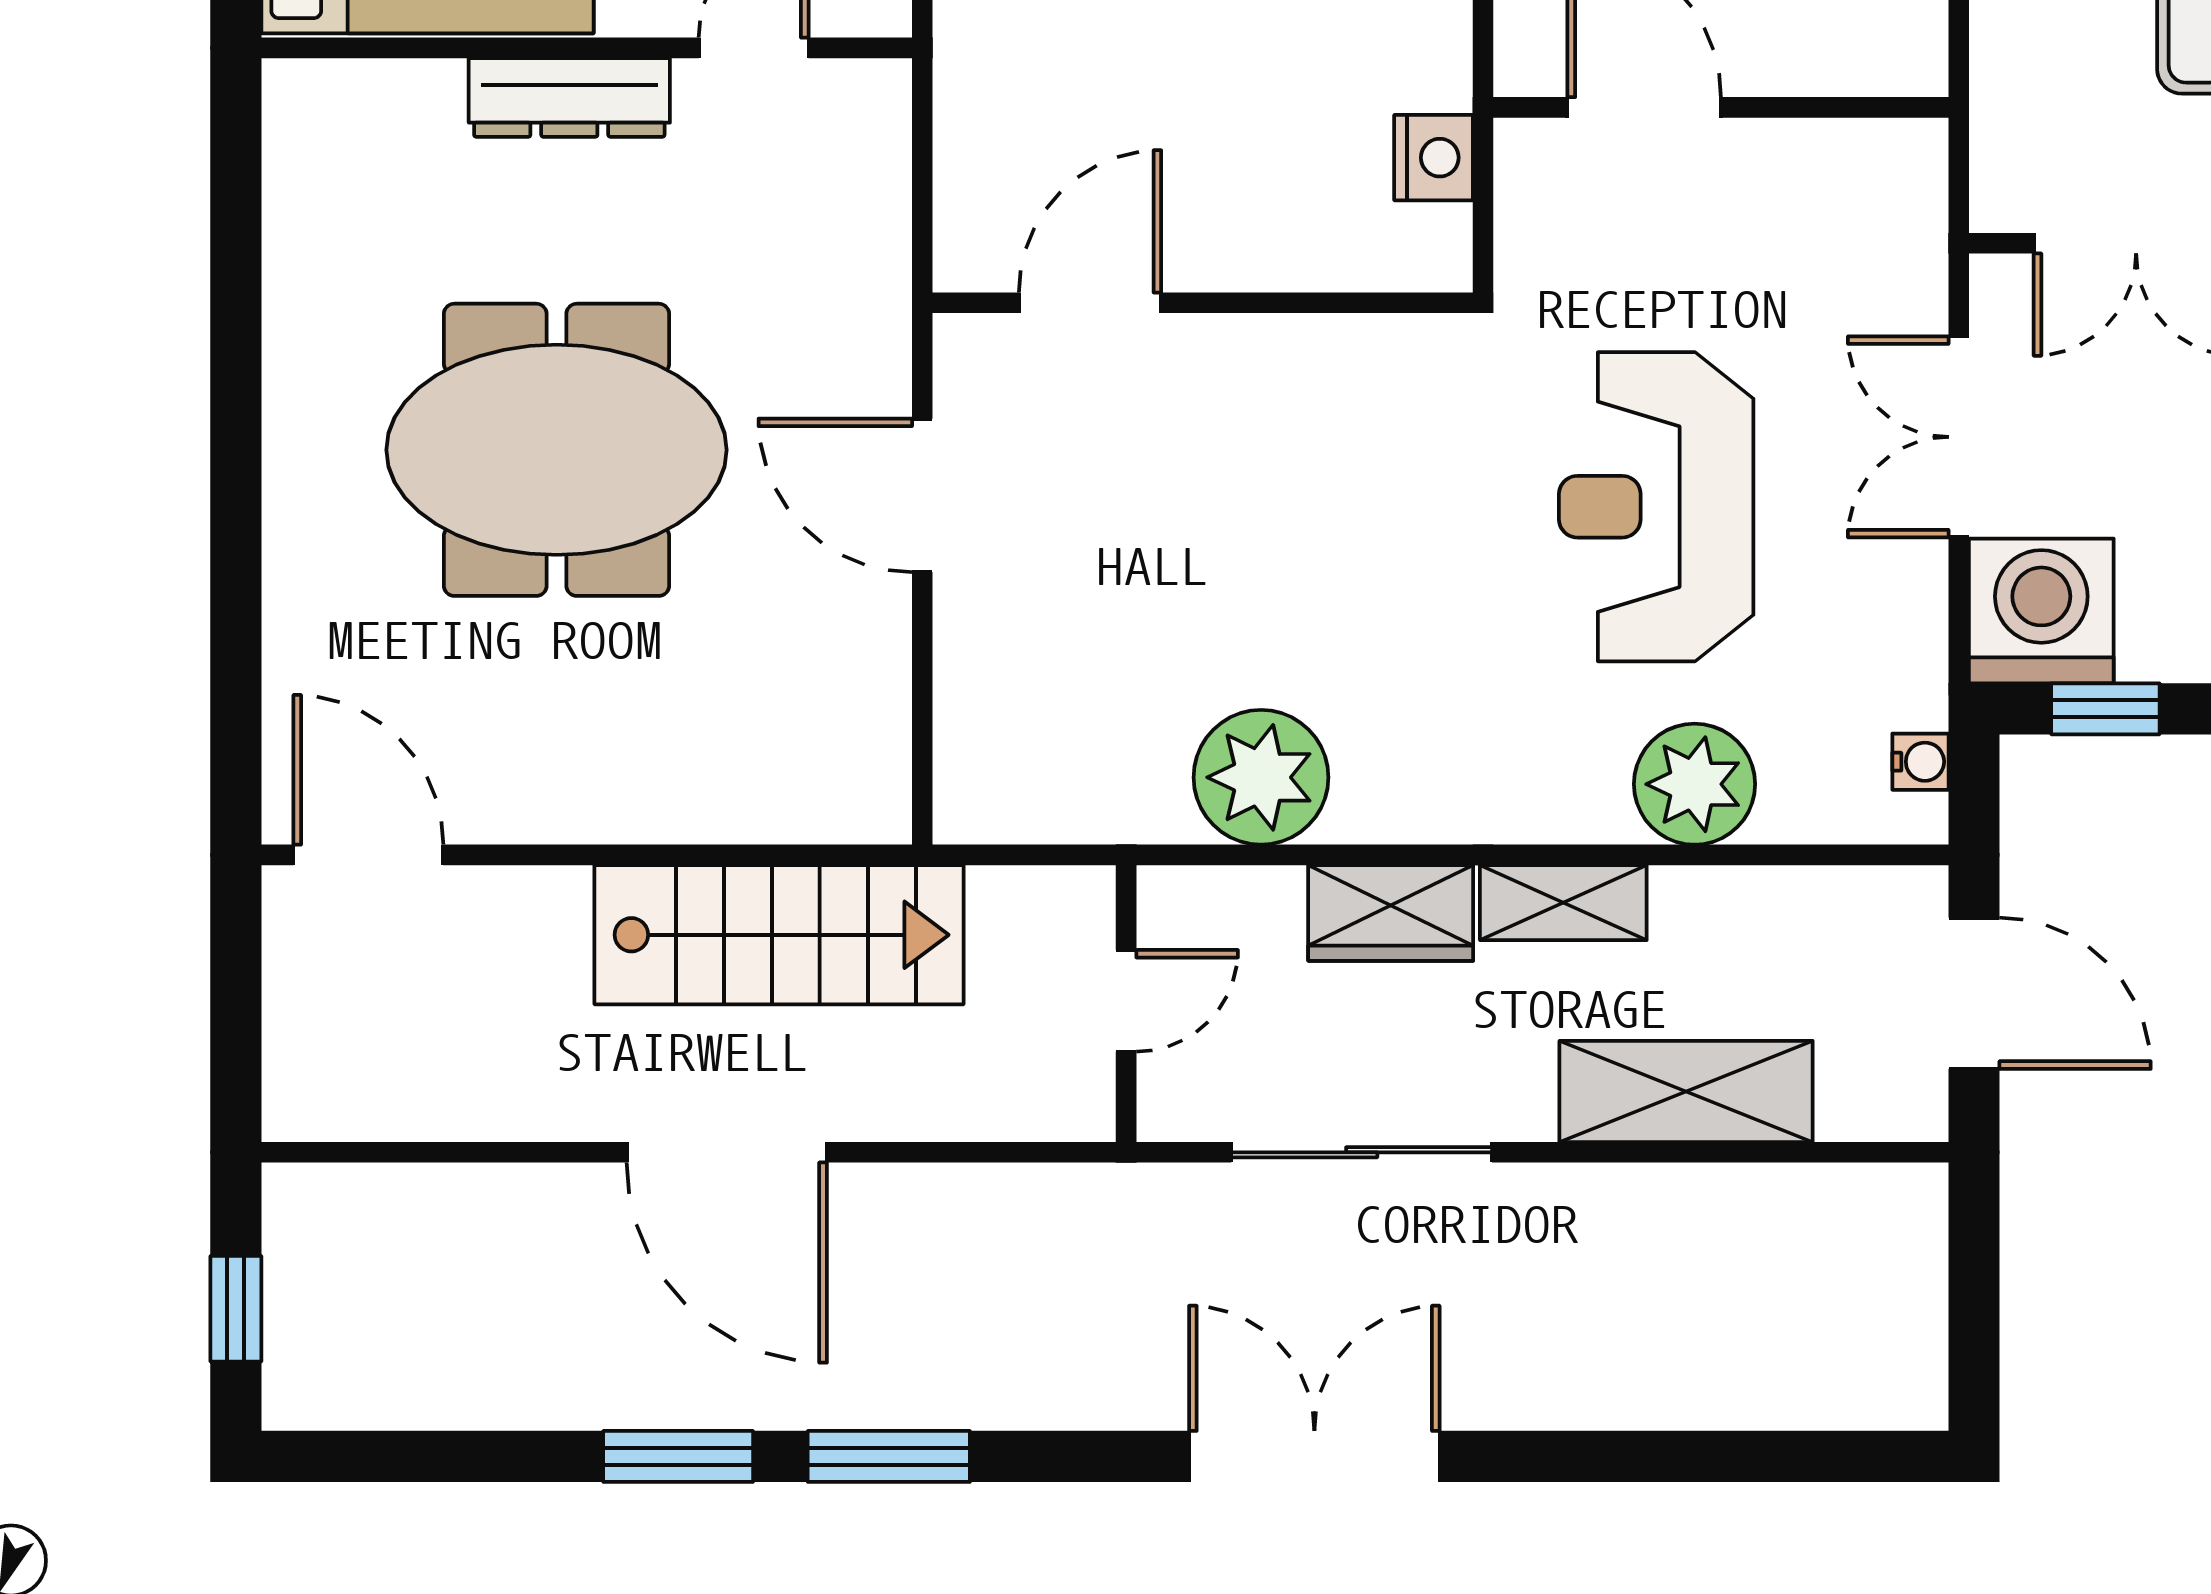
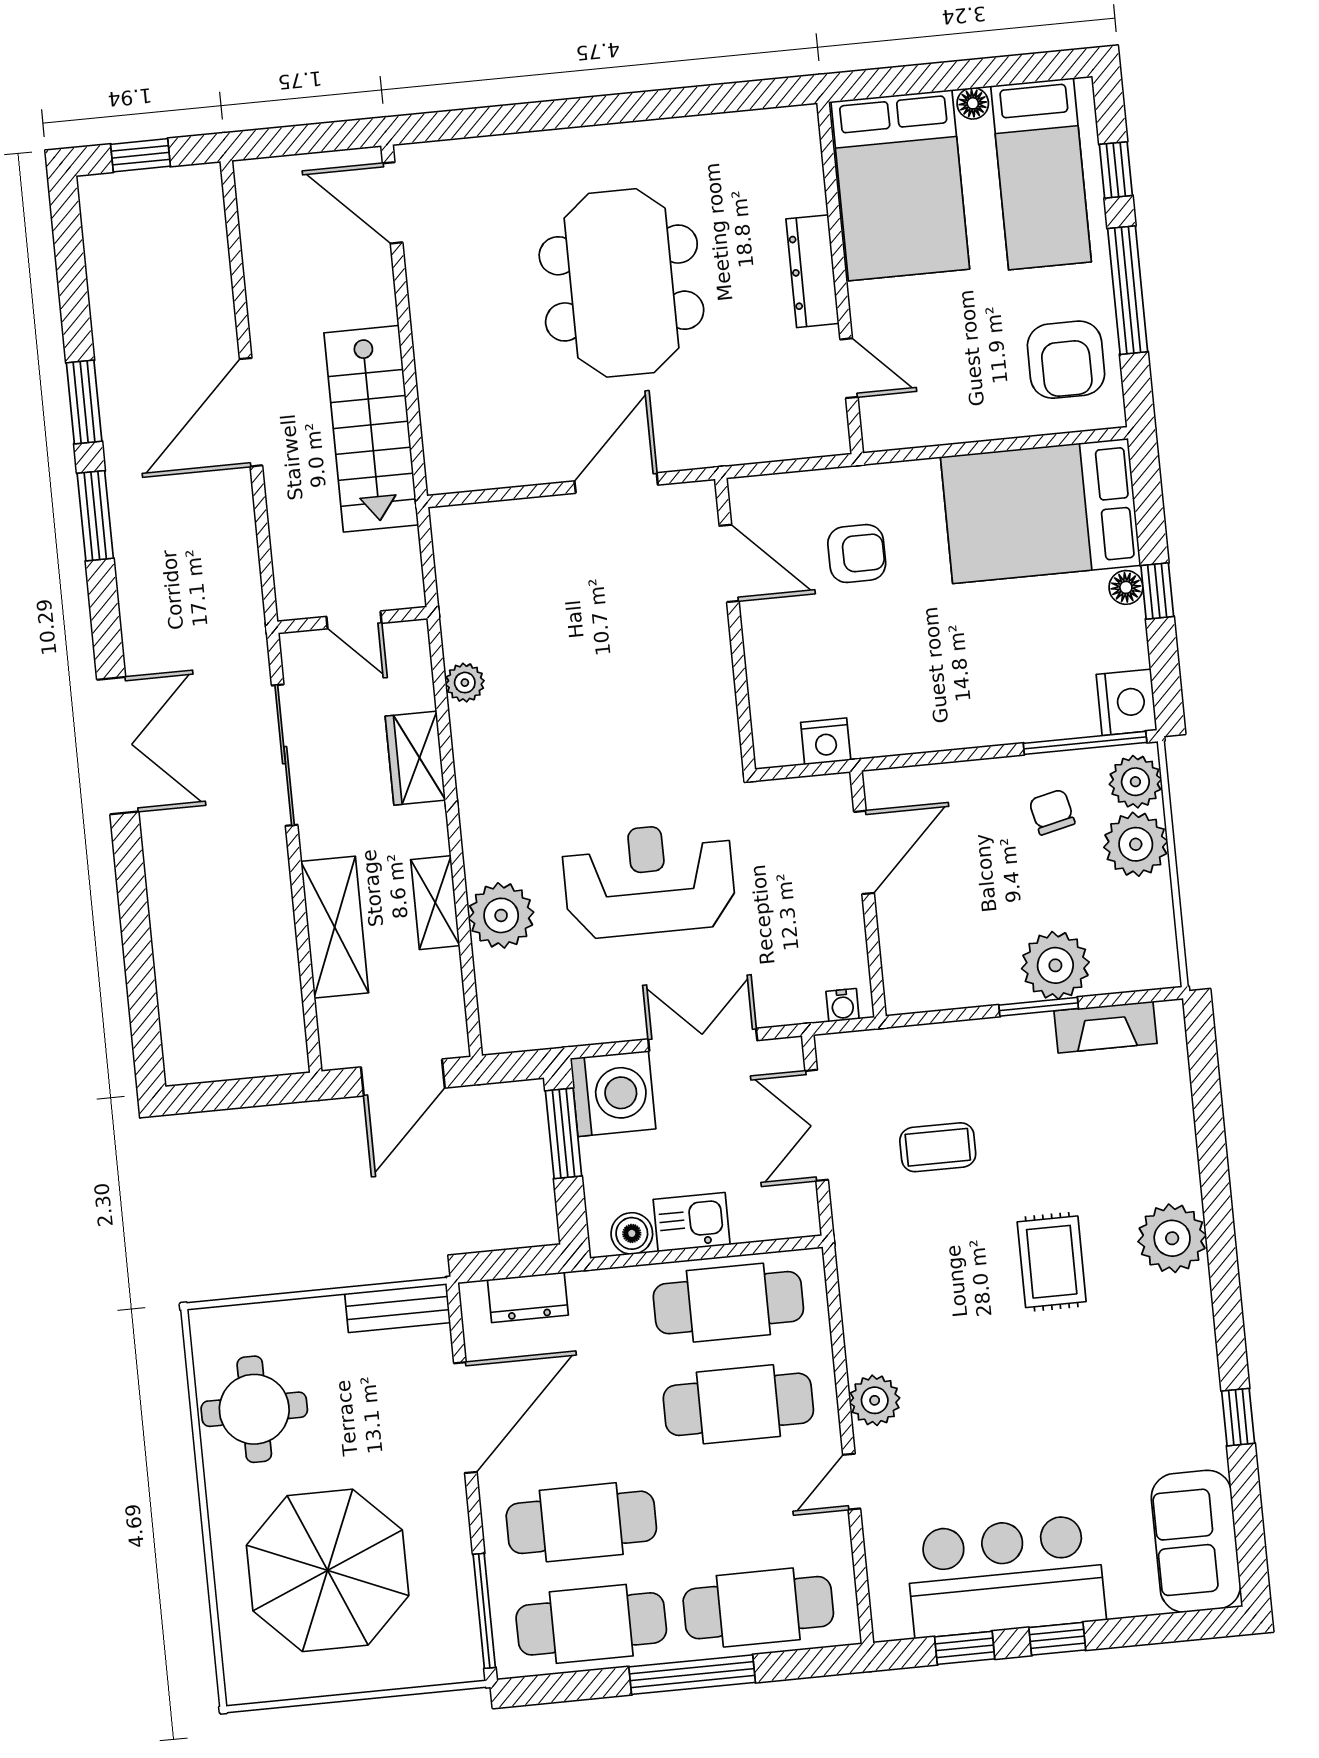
armchair: (1095, 67) -> (857, 554), added
window: (2105, 709) -> (564, 1133), width x1.50
water cooler: (1920, 762) -> (843, 1005), moved
plant: (1261, 777) -> (465, 683), width x0.53, depth x0.53
door: (368, 855) -> (393, 203), swing flipped
shelving: (1563, 903) -> (435, 903), moved

